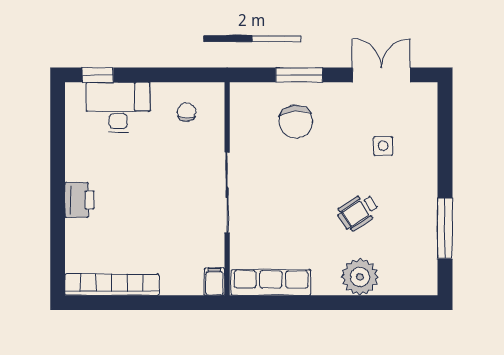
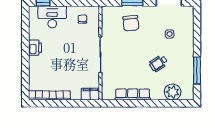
printer: (79, 200) -> (35, 48), moved
plant: (360, 277) -> (173, 92), moved
filing cabinet: (214, 282) -> (90, 94), width x2.00
row of seats: (271, 282) -> (133, 94), moved

